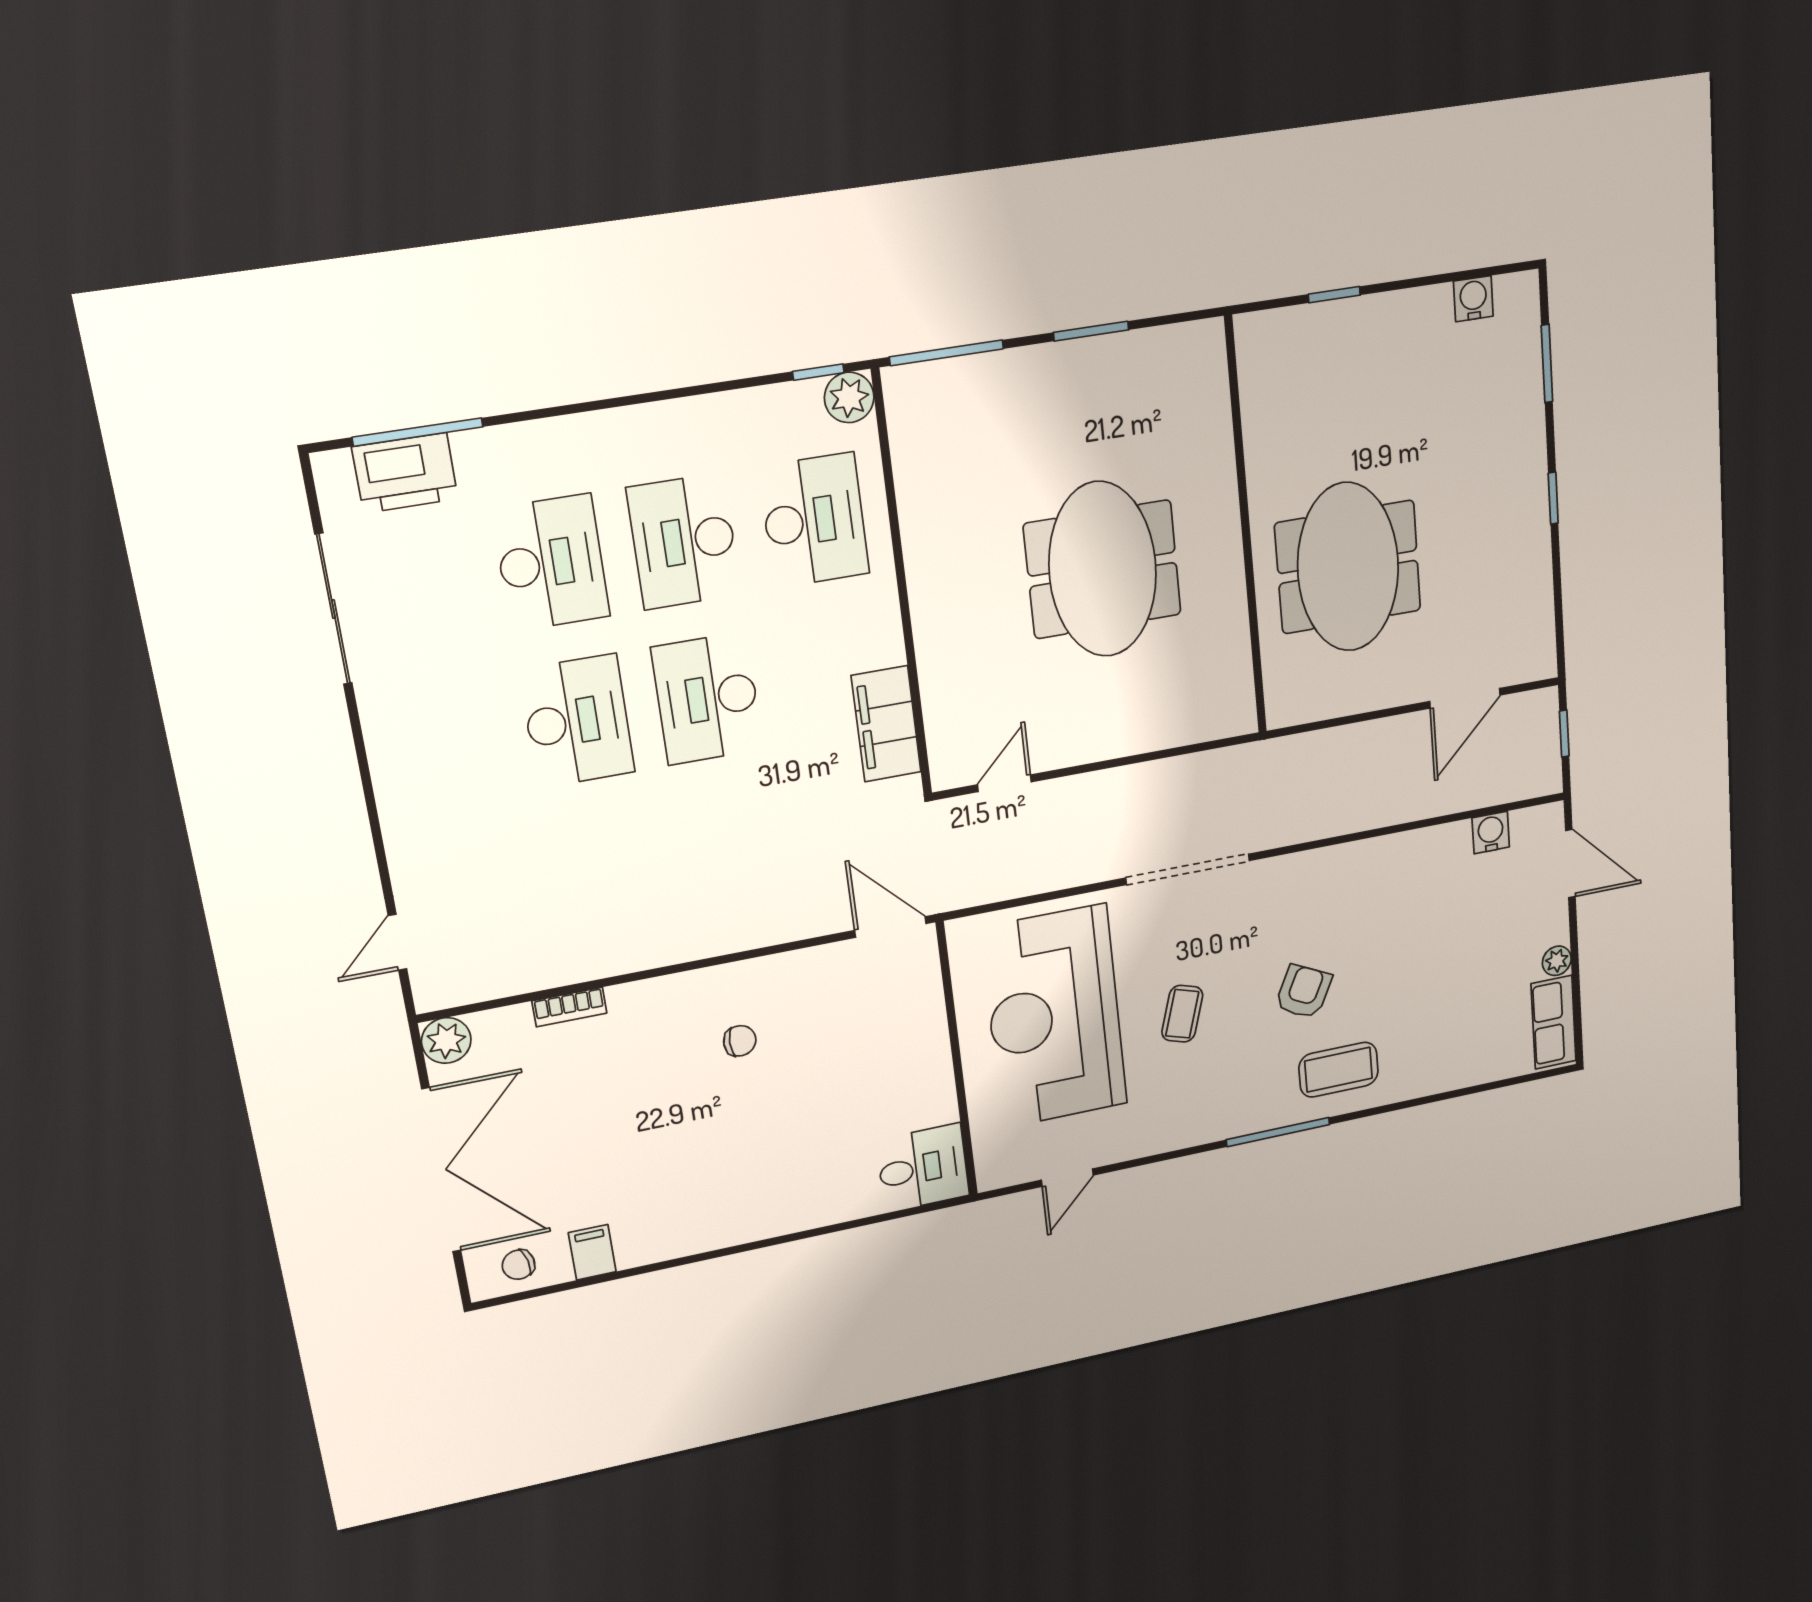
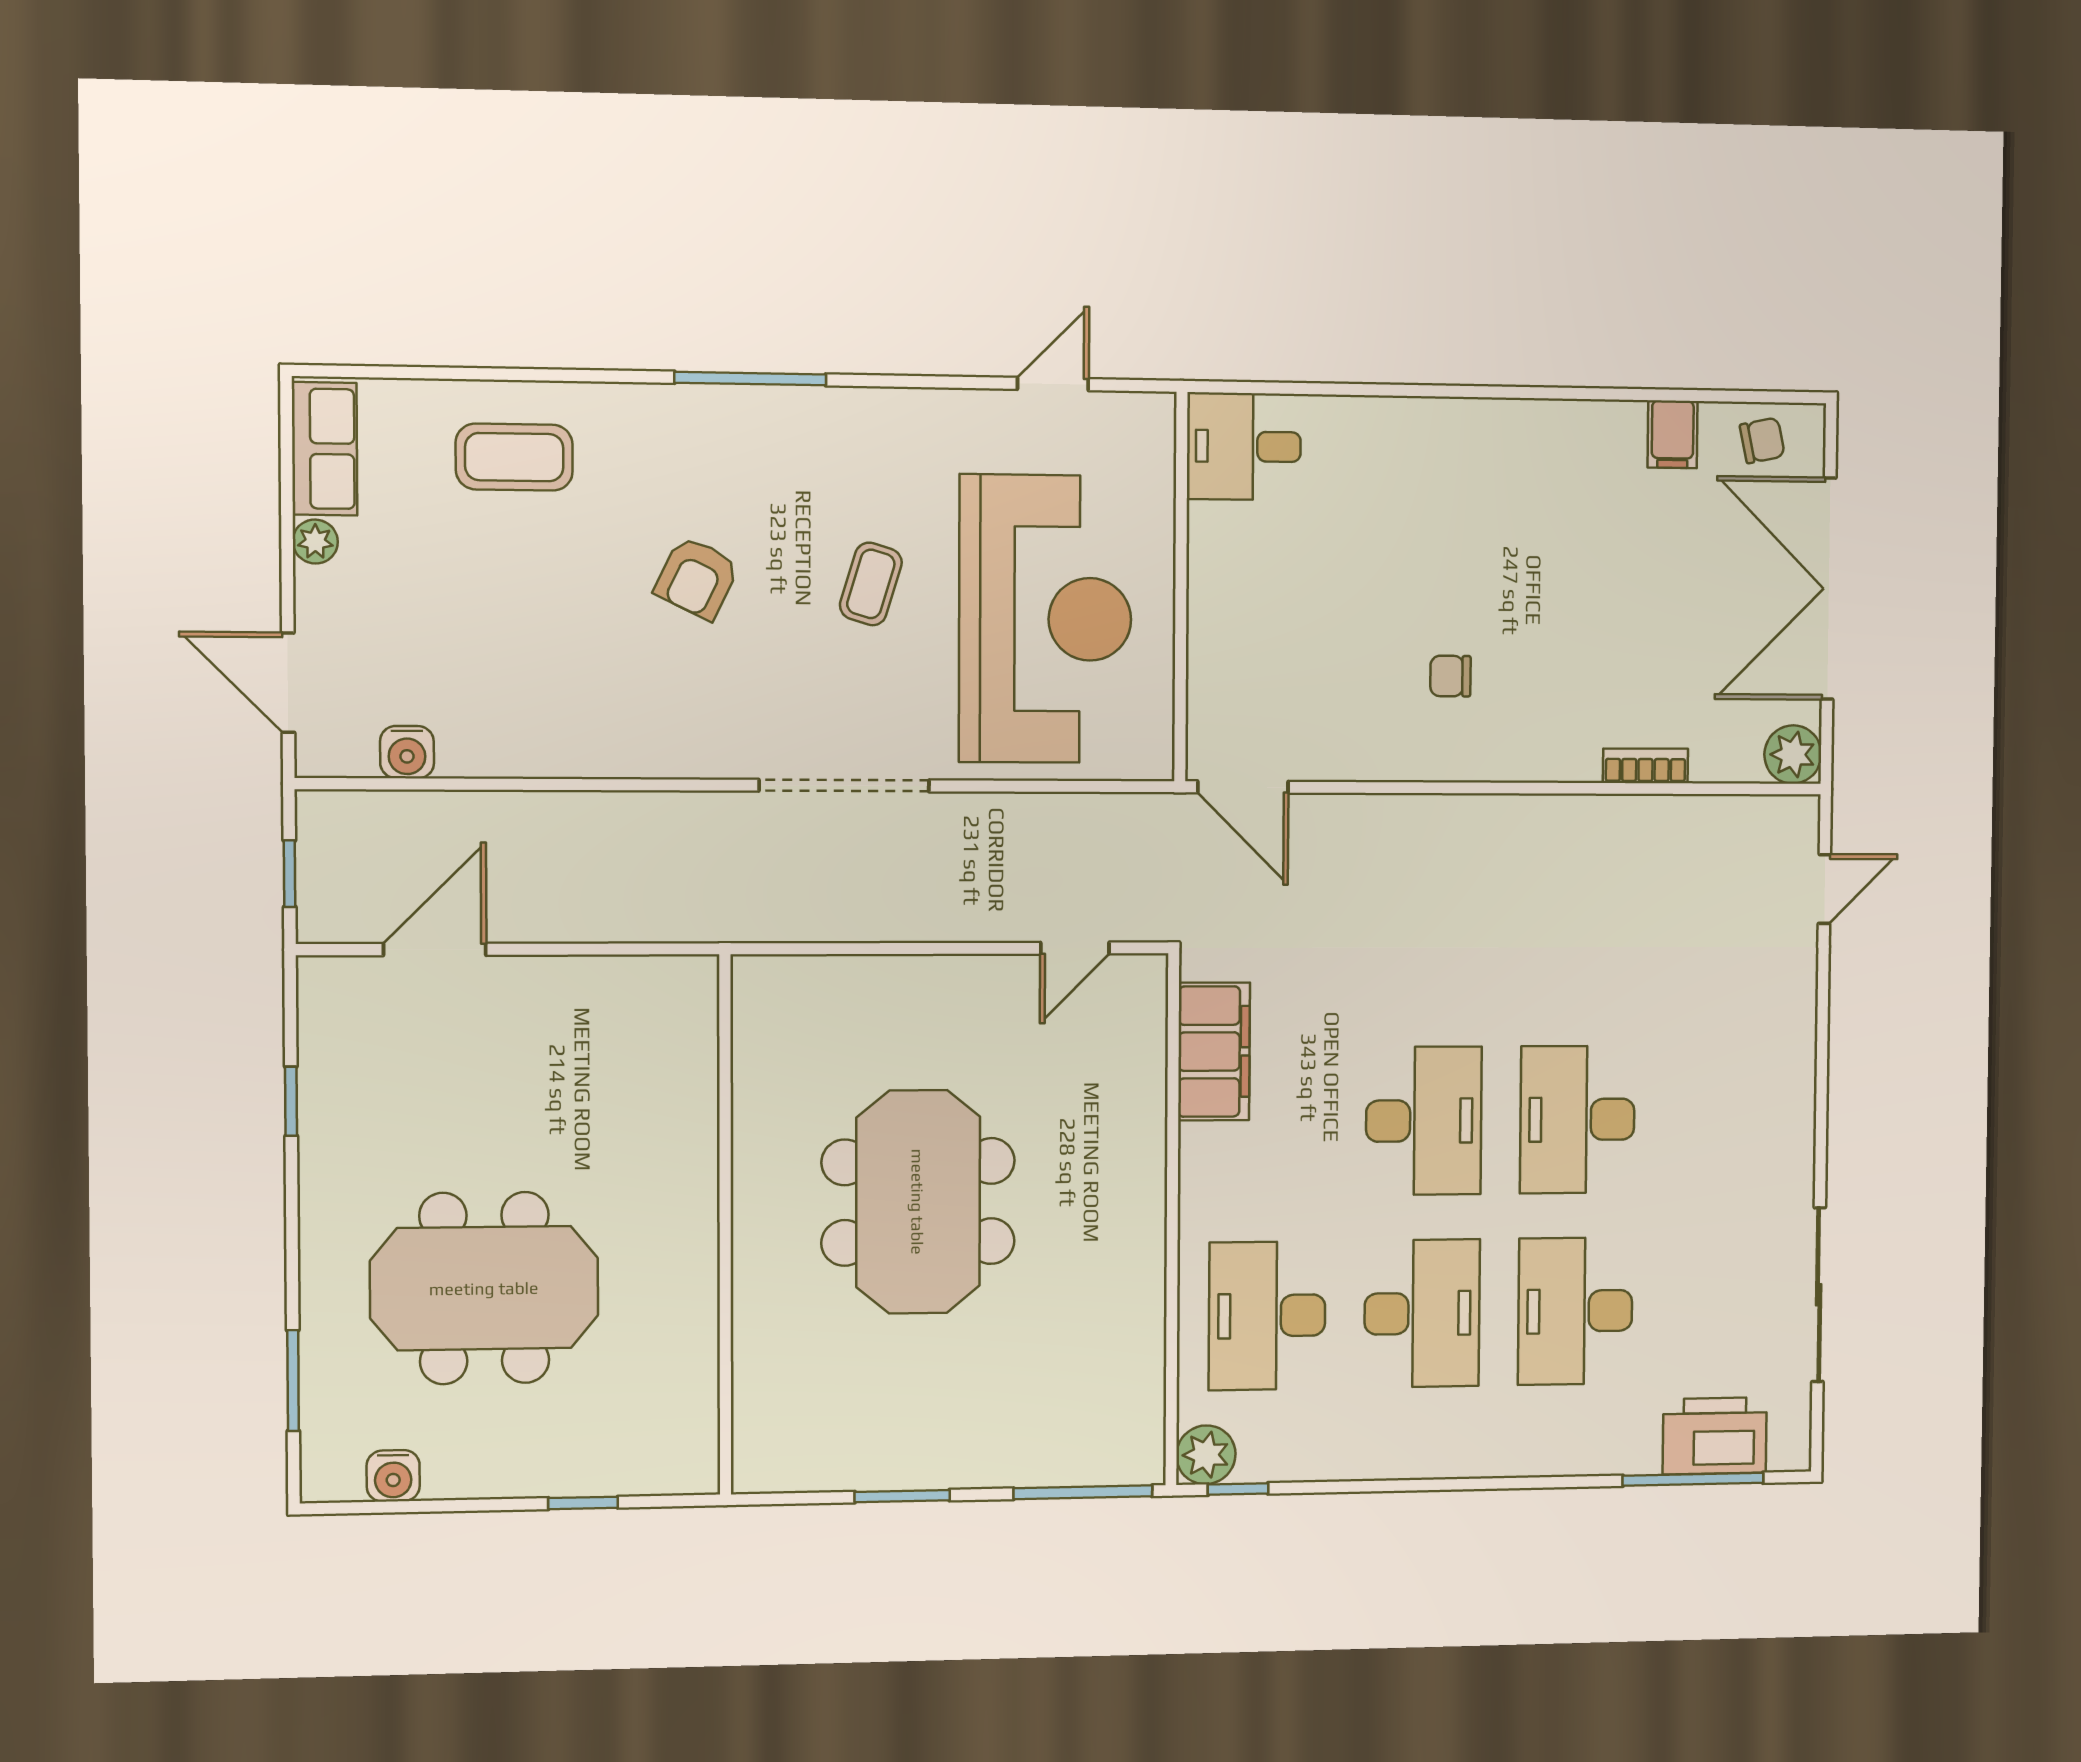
window: (1553, 498) -> (291, 1101), moved
meeting table: (1348, 567) -> (484, 1288), moved, turned 90
coffee table: (1339, 1070) -> (514, 457), moved

